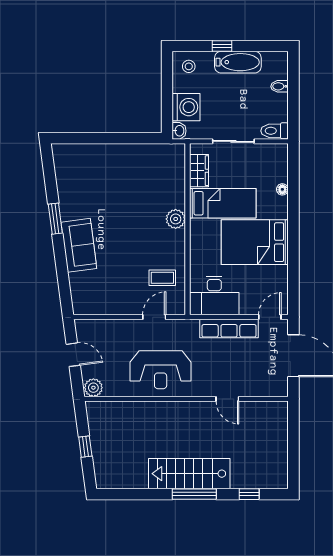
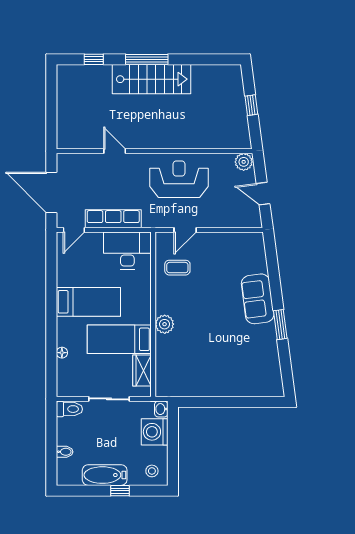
bed: (255, 242) -> (88, 302), width x0.67

